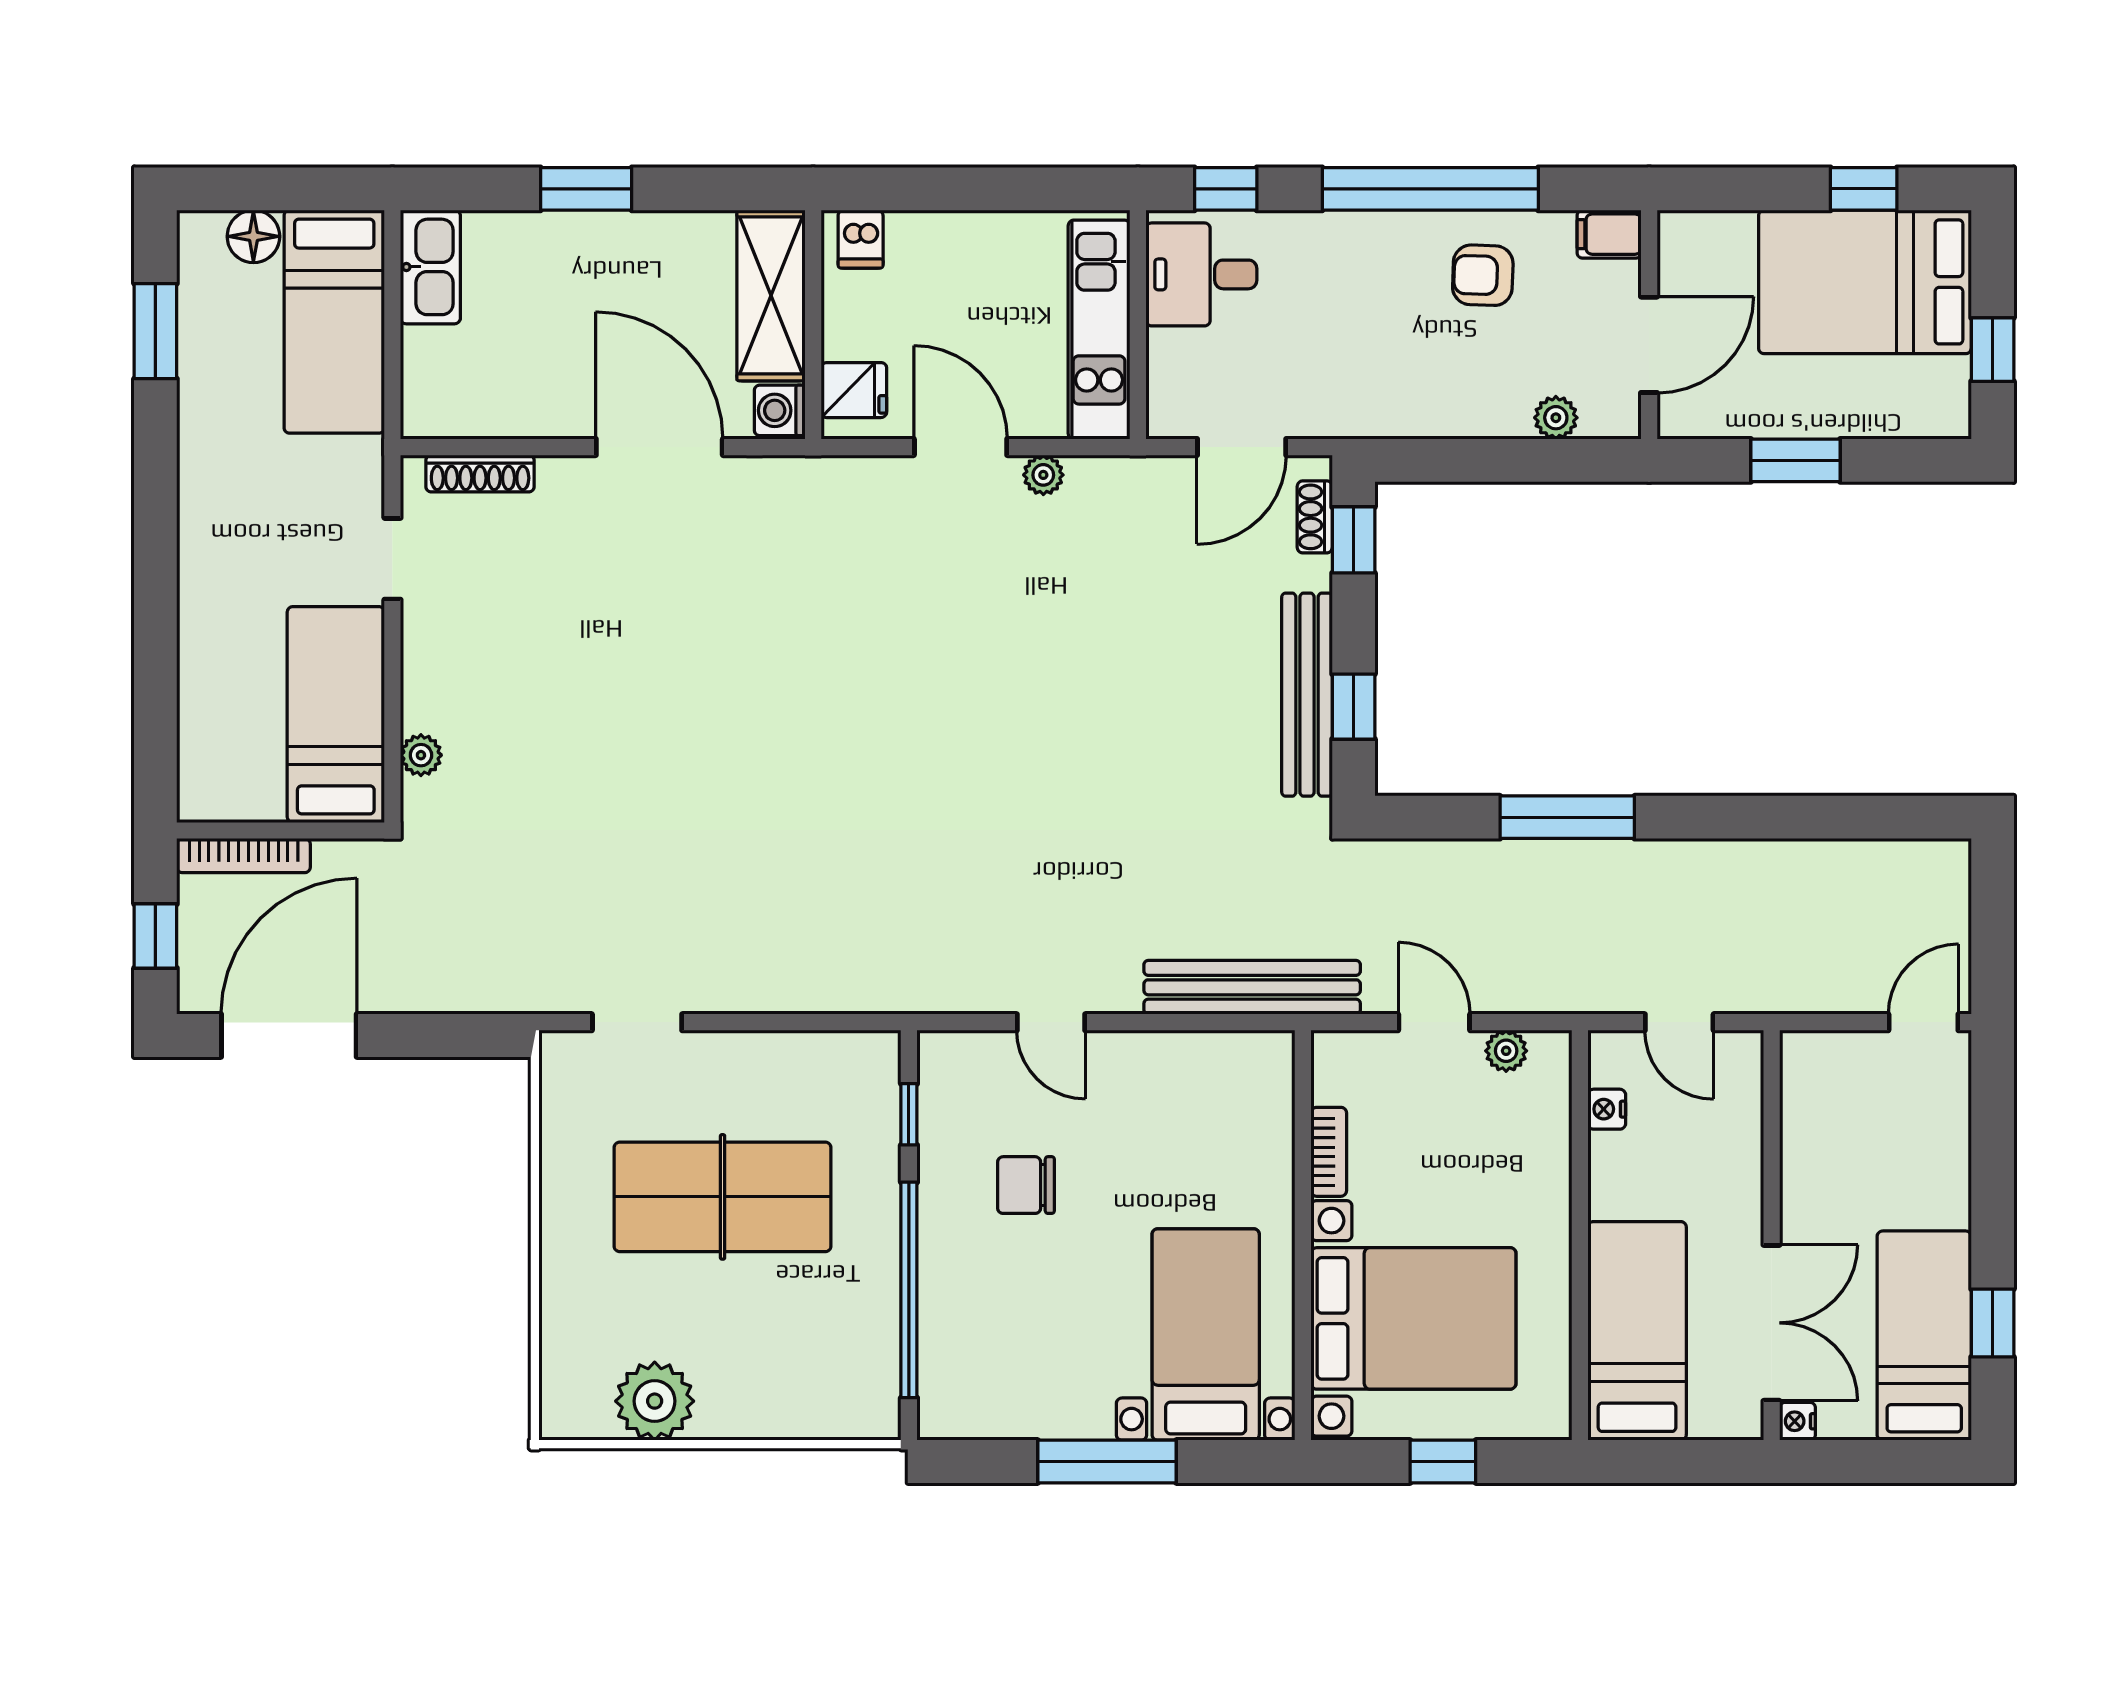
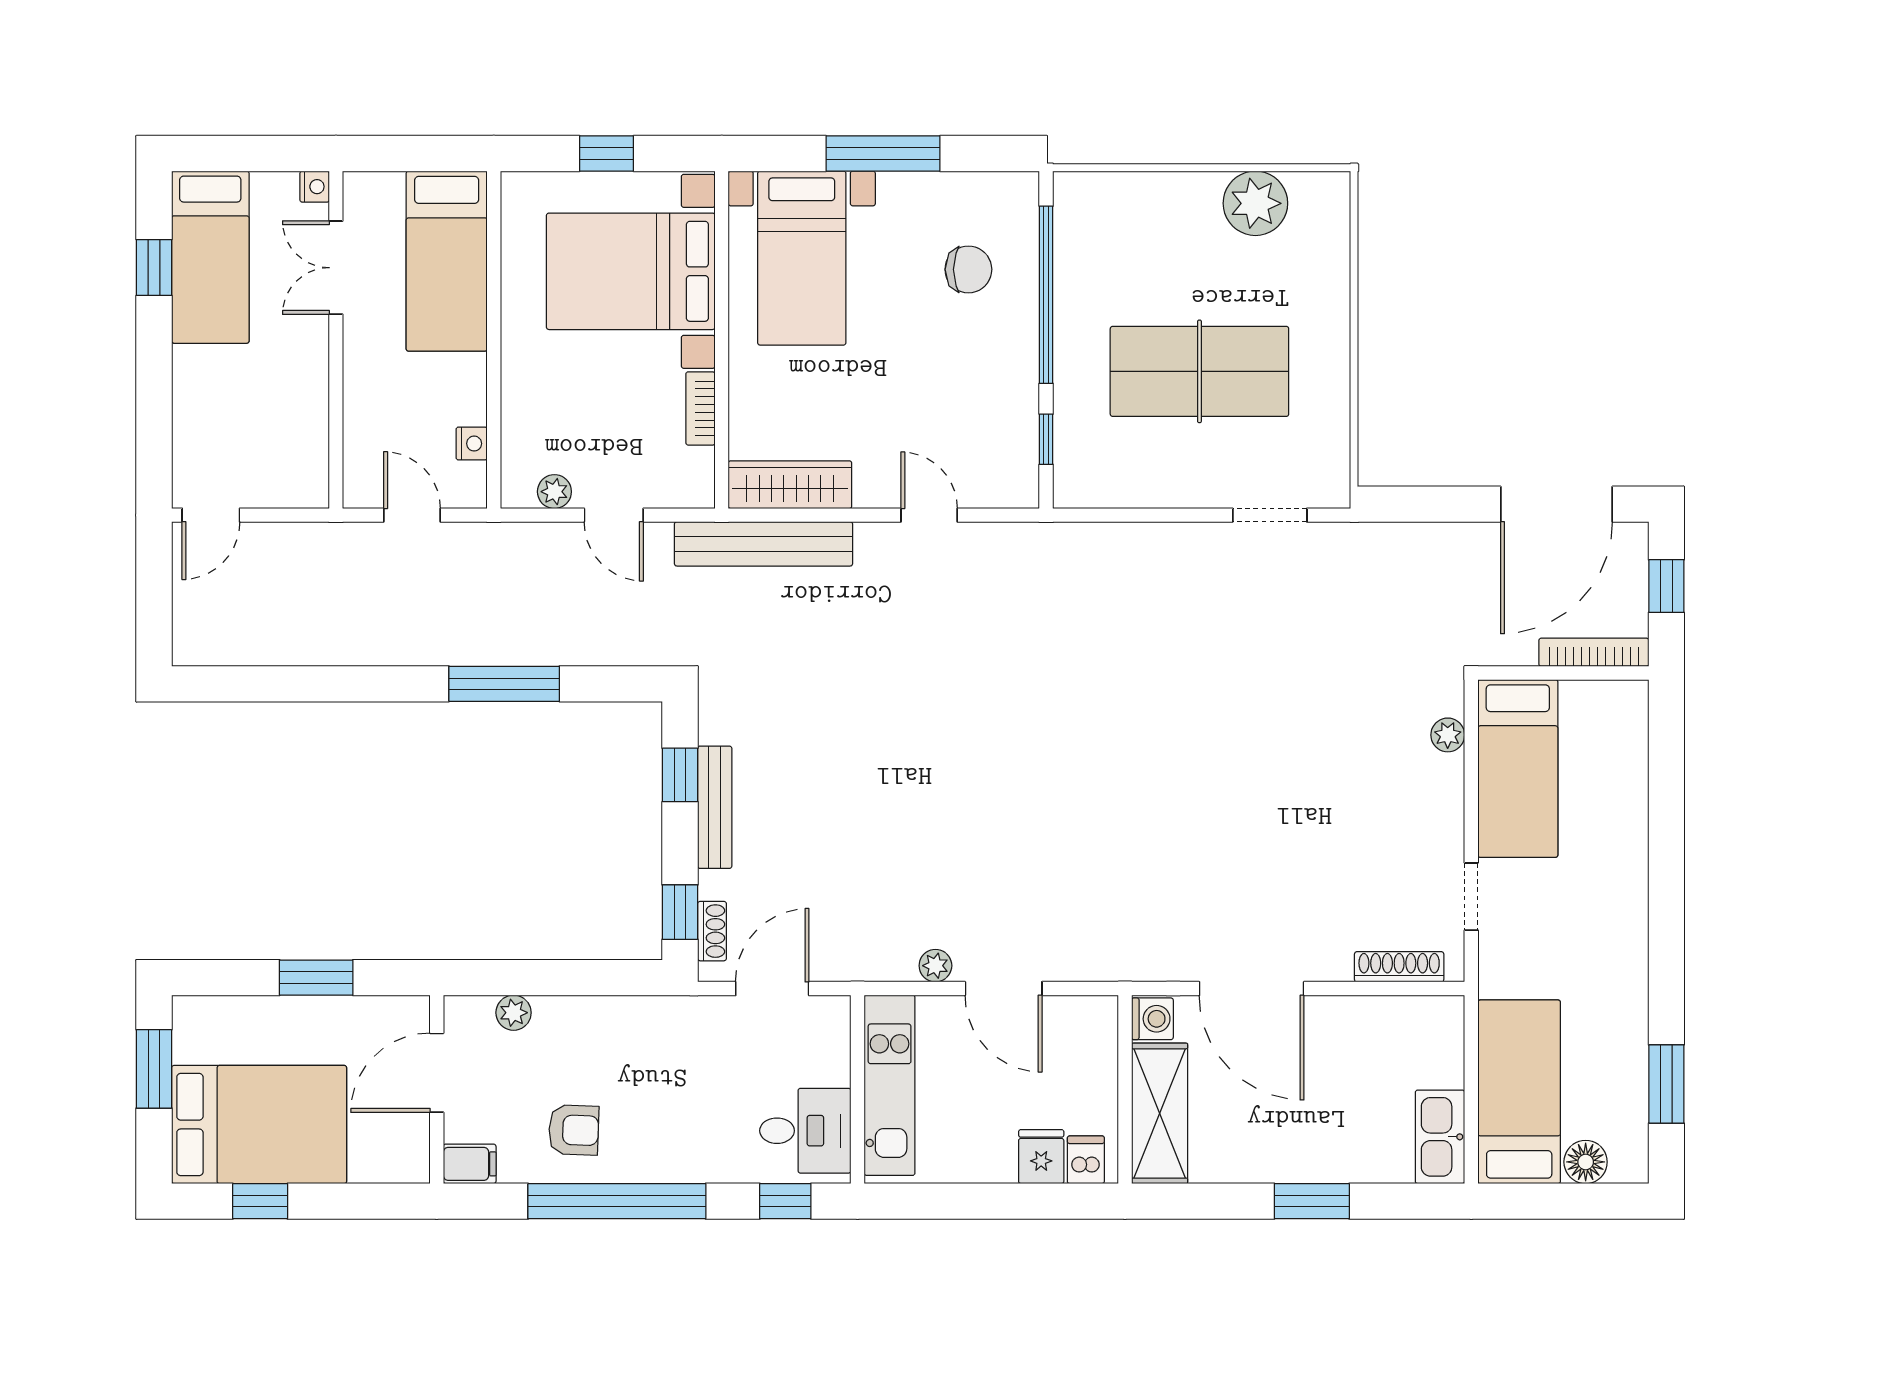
window: (1993, 350) -> (154, 1069), width x1.50
fridge: (854, 390) -> (1041, 1157), moved, turned 90
bench: (1307, 695) -> (715, 807), width x0.73, depth x0.82
wardrobe: (1220, 1059) -> (790, 485), added
chair: (1026, 1185) -> (968, 269), moved
double door: (1772, 1323) -> (336, 268), width x0.73

